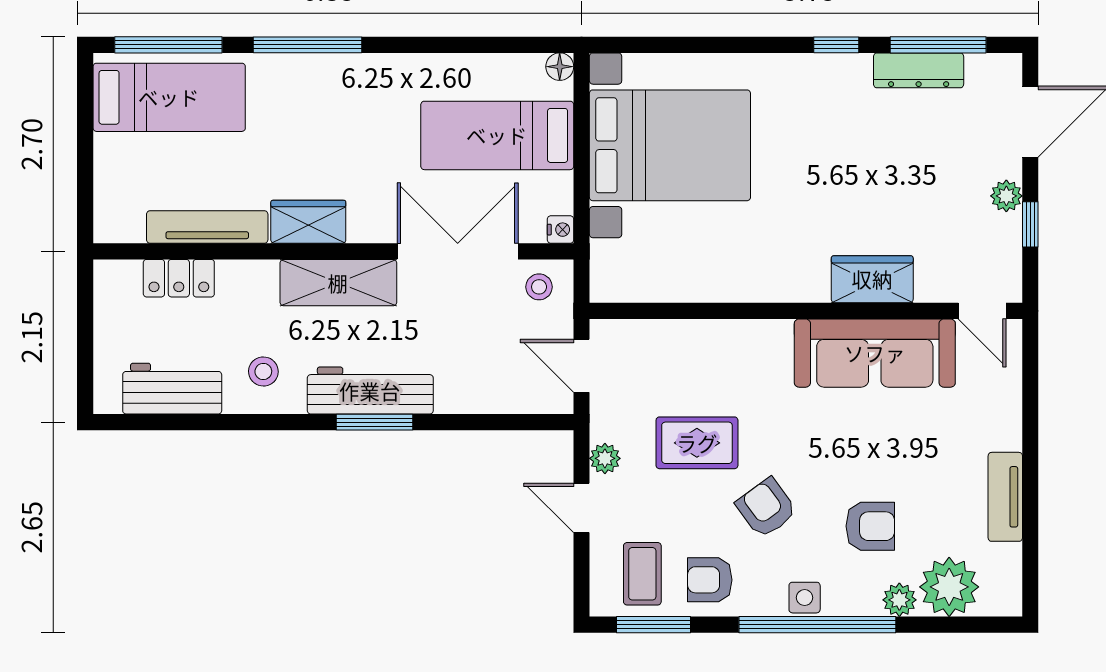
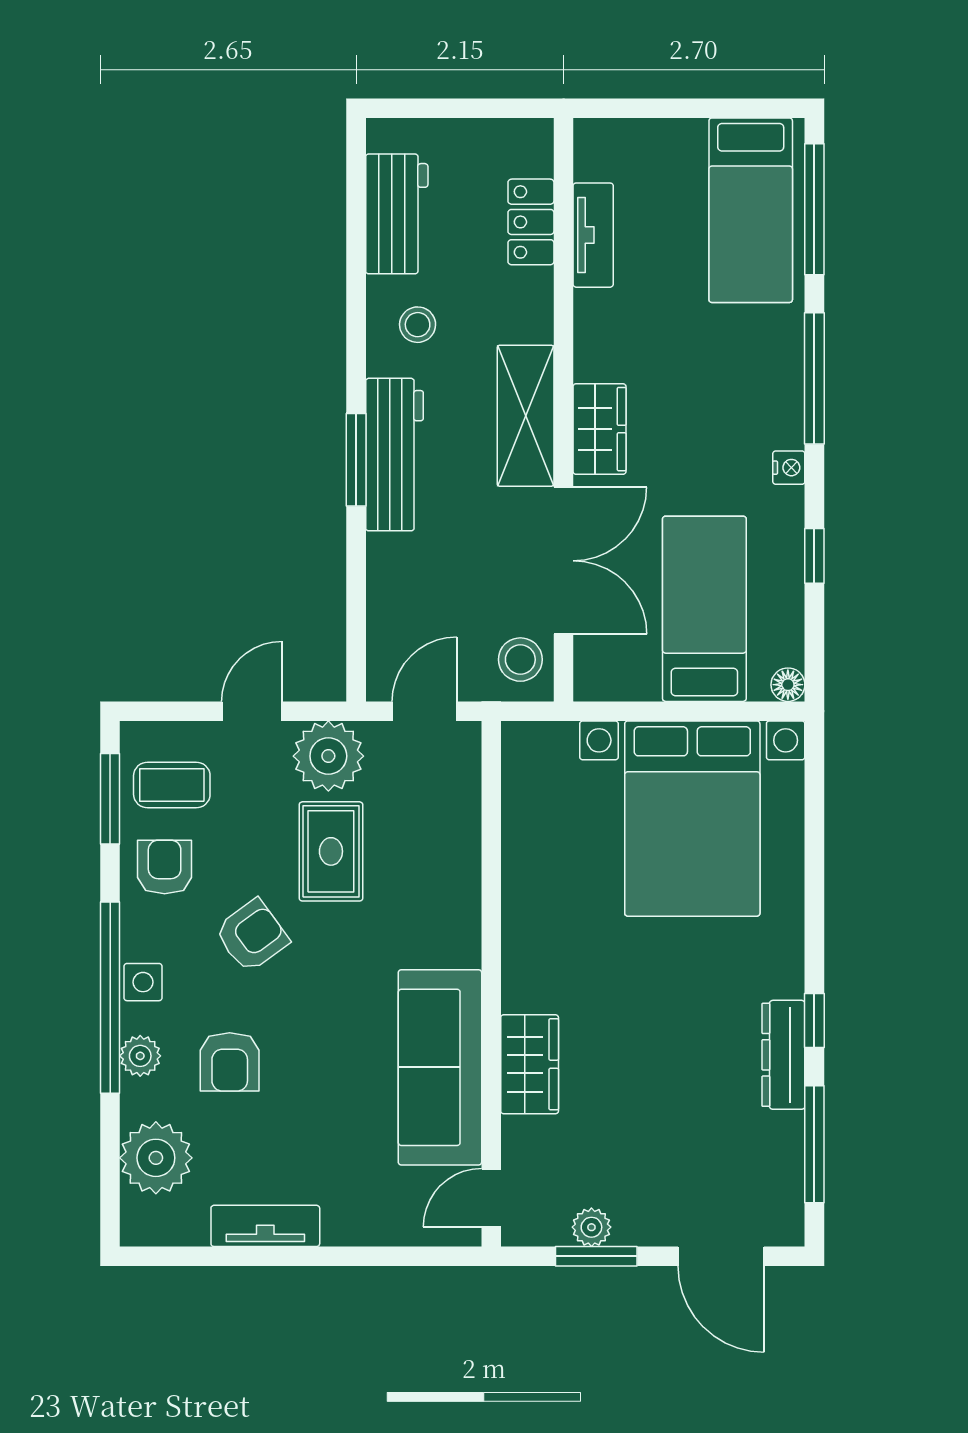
window: (454, 45) -> (814, 556), added
dresser: (919, 70) -> (783, 1055), moved
plant: (1006, 196) -> (591, 1227), moved
wardrobe: (308, 222) -> (600, 429), moved
window: (1030, 224) -> (596, 1256), width x1.50
tv unit: (207, 227) -> (593, 235), width x0.71
nightstand: (560, 230) -> (789, 468), moved, turned -90
stool: (539, 287) -> (520, 660), width x1.37, depth x1.37
plant: (605, 458) -> (328, 756), width x1.88, depth x1.88
plant: (899, 600) -> (140, 1056), moved

